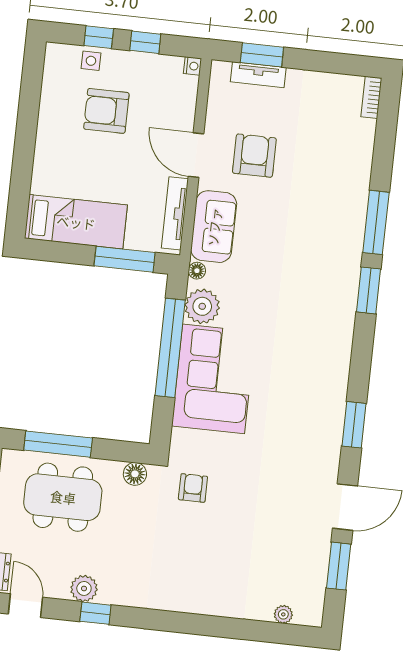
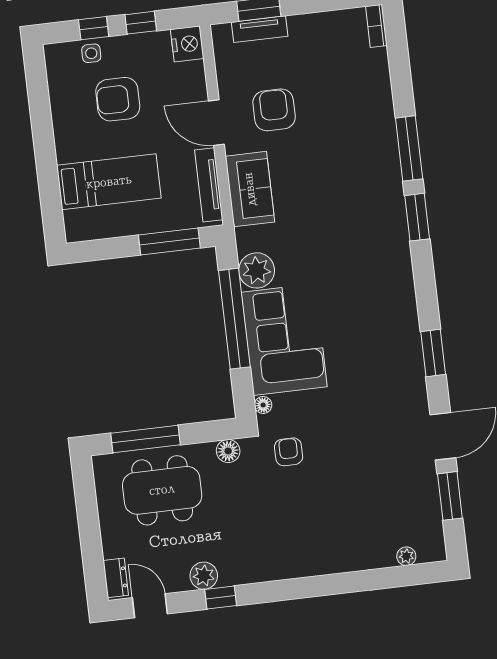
nightstand: (193, 66) -> (187, 44), width x1.89, depth x1.79
bed: (76, 222) -> (109, 182), moved
floor lamp: (197, 271) -> (263, 405), moved

